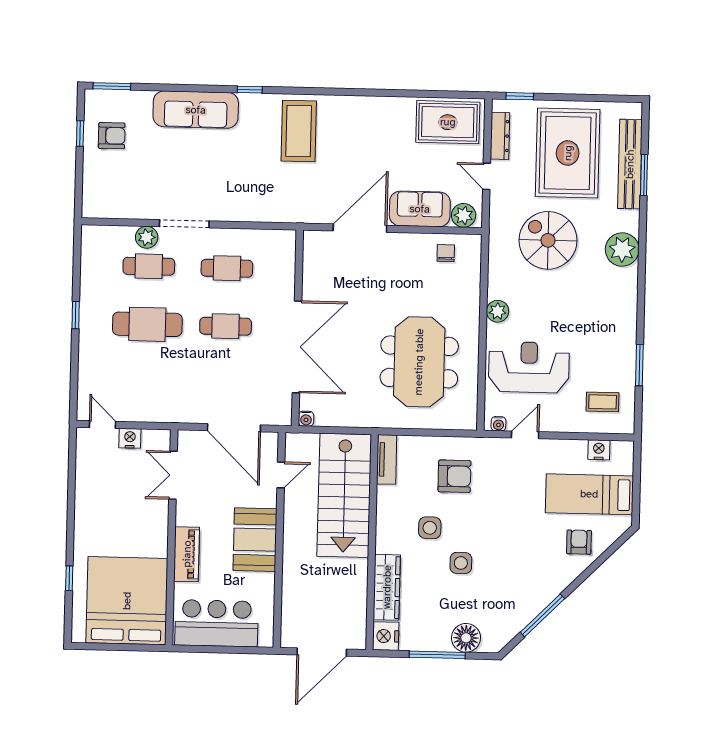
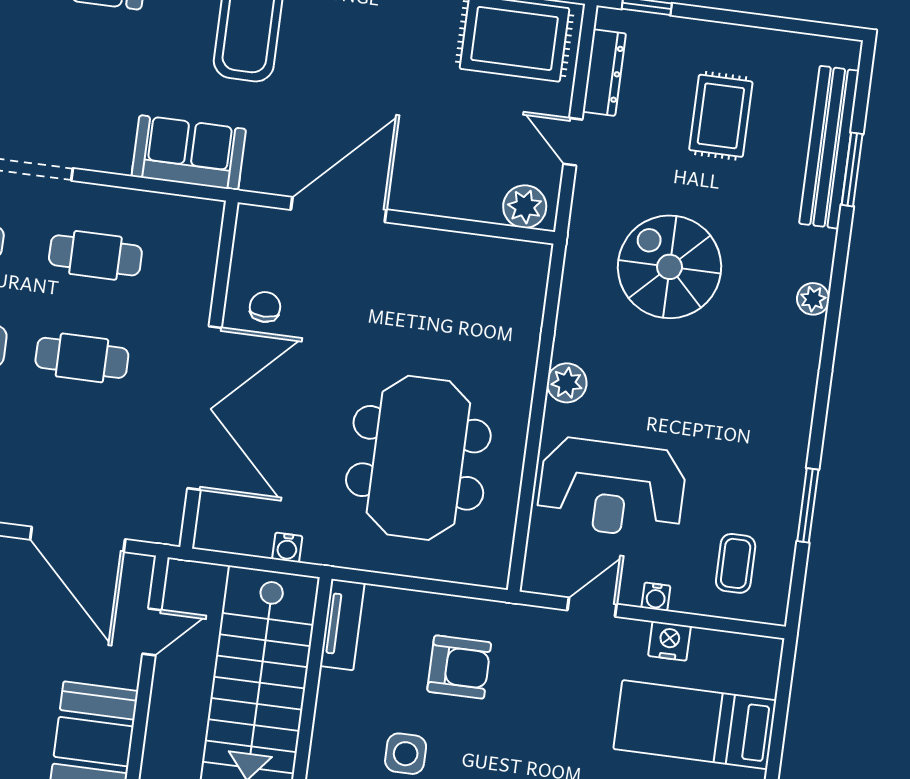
rug: (568, 153) -> (721, 116), width x0.54, depth x0.49
sofa: (420, 209) -> (189, 153), moved
plant: (622, 249) -> (813, 299), width x0.53, depth x0.53
chair: (446, 253) -> (265, 307), moved
reception desk: (529, 367) -> (612, 488), turned 180
coffee table: (603, 402) -> (736, 563), turned 90
water cooler: (306, 419) -> (287, 548), moved
water cooler: (498, 424) -> (656, 597), moved
nightstand: (599, 450) -> (669, 641), moved

